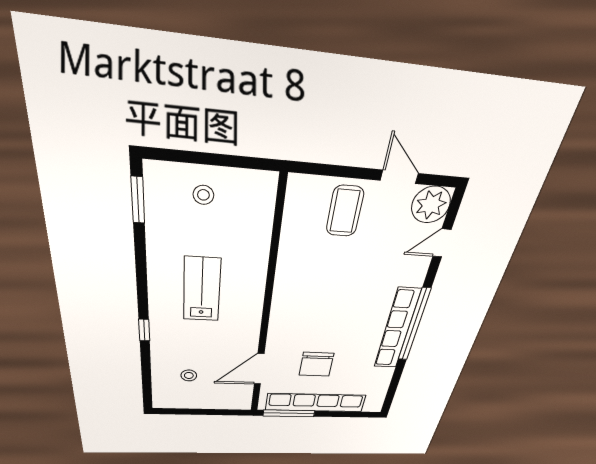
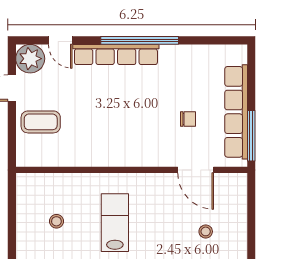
stool: (203, 195) -> (56, 221), moved
lab bench: (202, 290) -> (115, 223), turned 90
row of seats: (397, 329) -> (116, 55), moved
chair: (316, 364) -> (188, 119), width x0.54, depth x0.54

